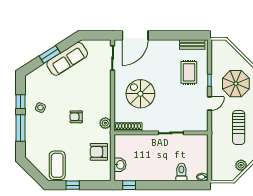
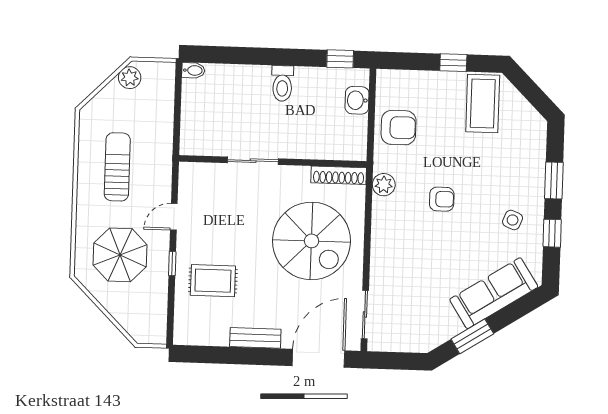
bench: (192, 44) -> (255, 338), moved
window: (50, 54) -> (472, 336), moved
sofa: (67, 59) -> (494, 293), moved
rug: (189, 72) -> (213, 281), turned 90
spiral stairs: (140, 94) -> (311, 241), width x1.37, depth x1.37
window: (20, 128) -> (554, 180), width x0.69
plant: (241, 165) -> (130, 78), moved
toilet: (181, 172) -> (282, 83), moved

